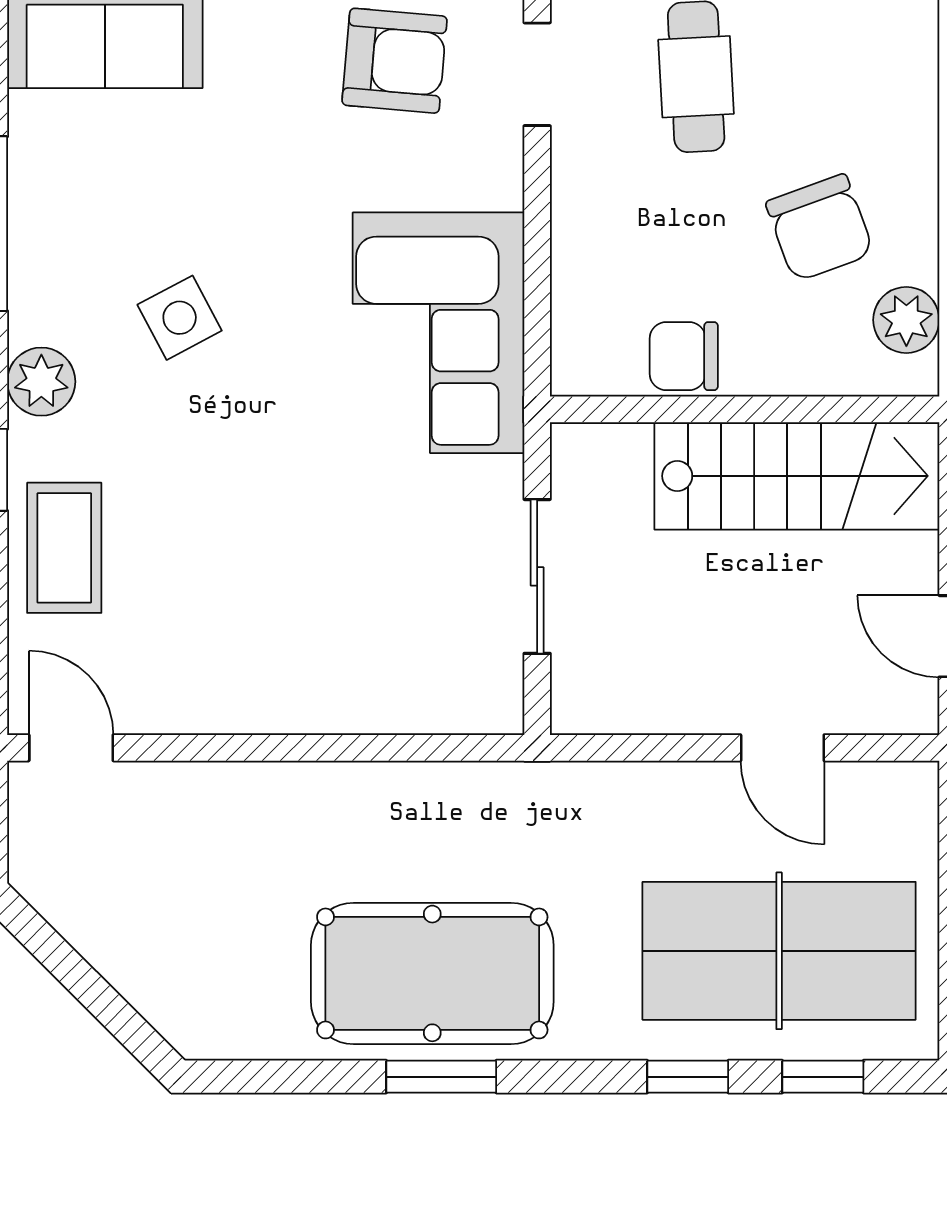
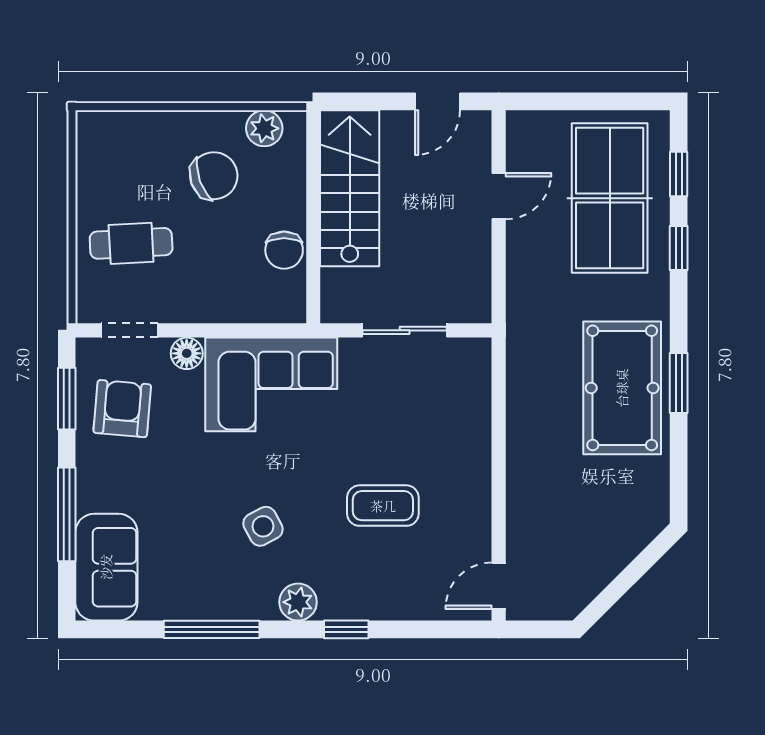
floor lamp: (495, 178) -> (187, 353), added
coffee table: (64, 548) -> (383, 506), moved

